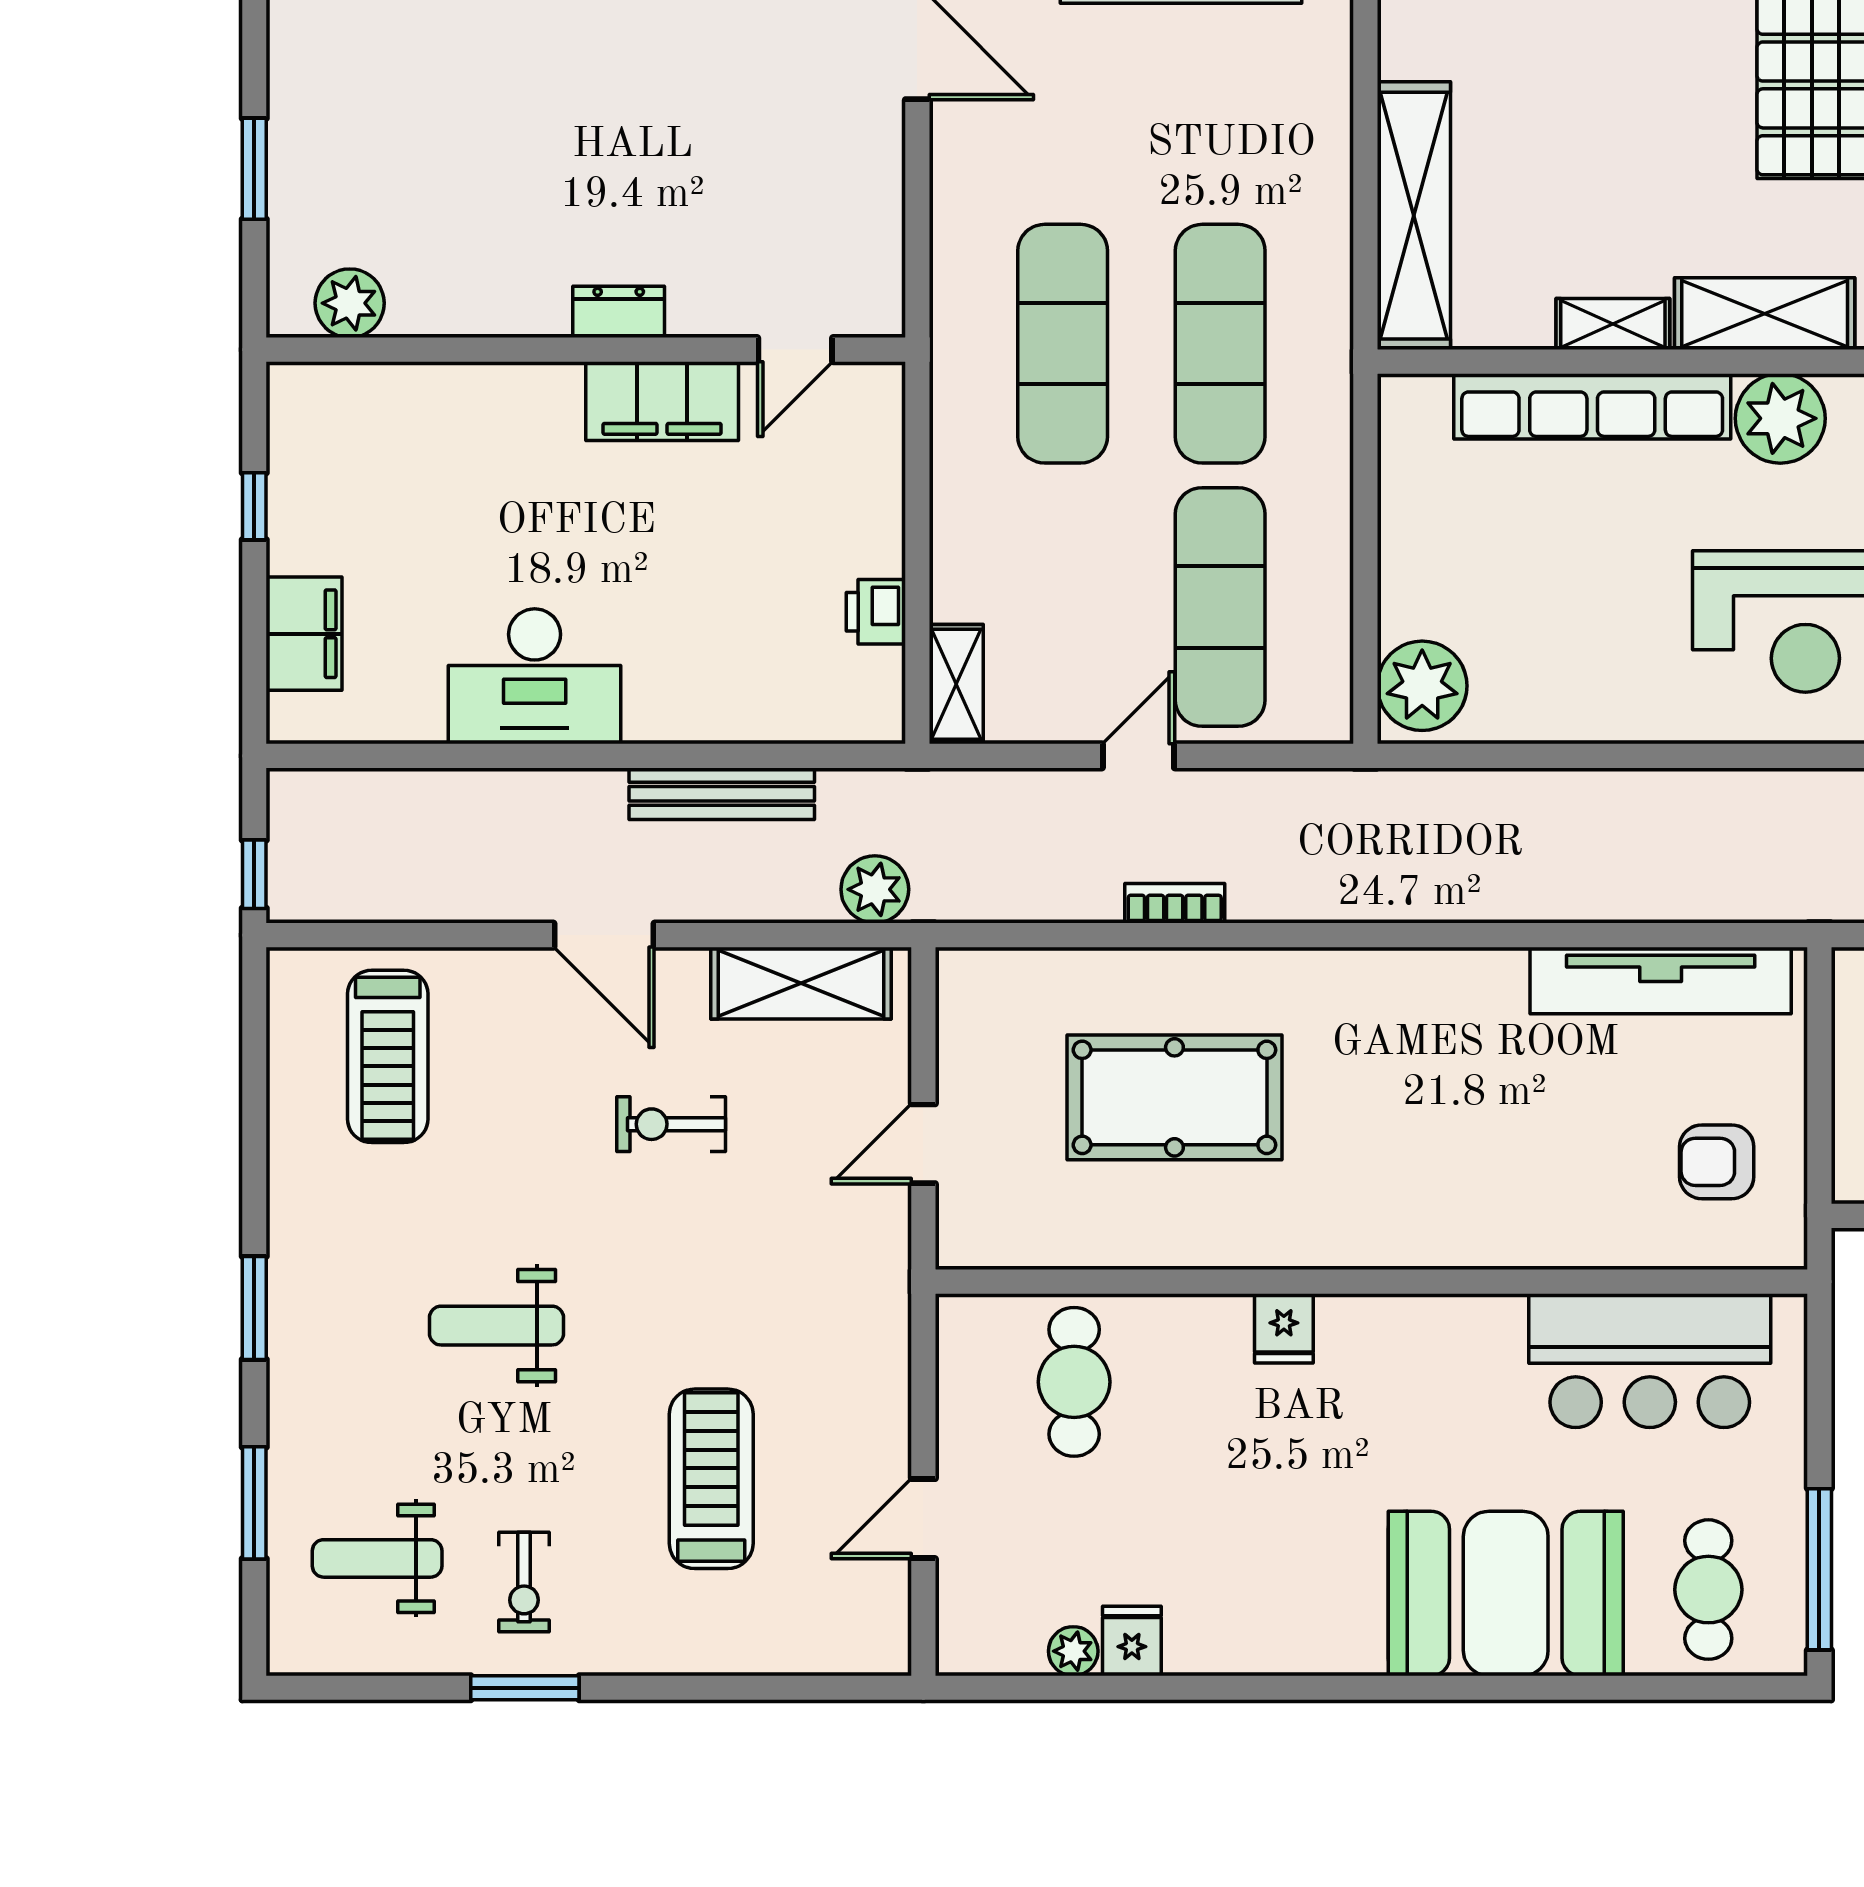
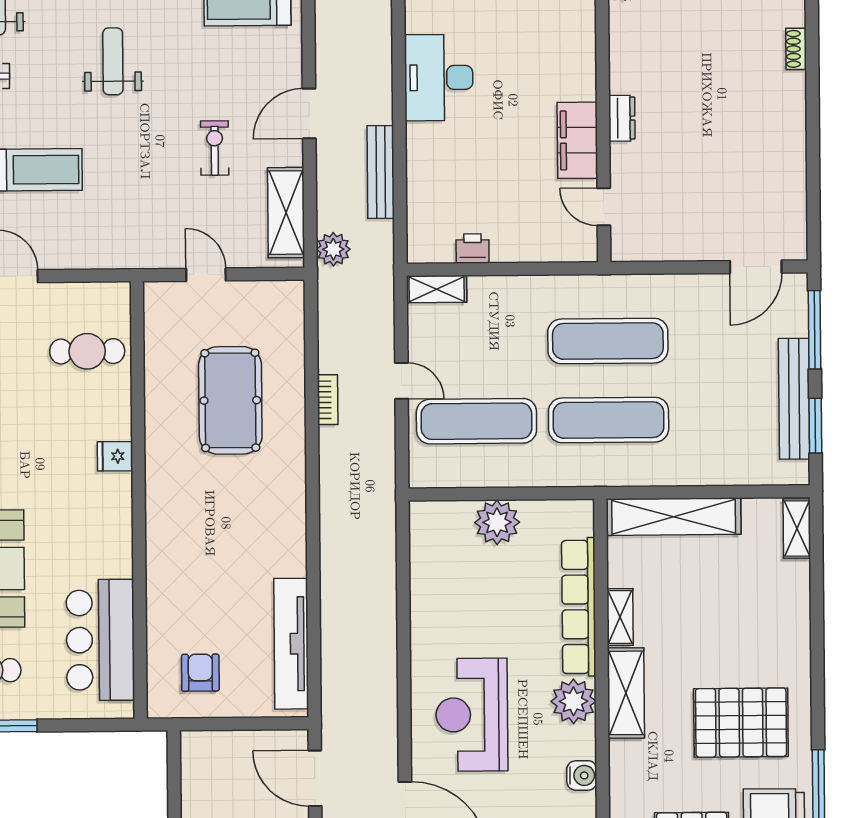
plant: (1422, 686) -> (497, 522), moved

